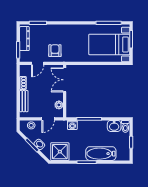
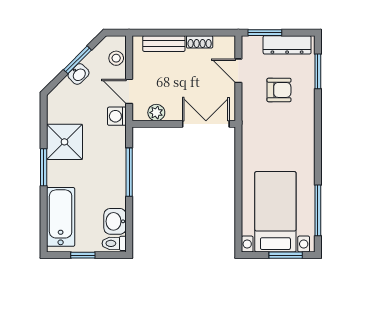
armchair: (55, 51) -> (279, 90), moved
washing machine: (72, 125) -> (117, 116), moved
shower: (60, 152) -> (64, 142), moved
bathtub: (101, 154) -> (61, 217), moved

